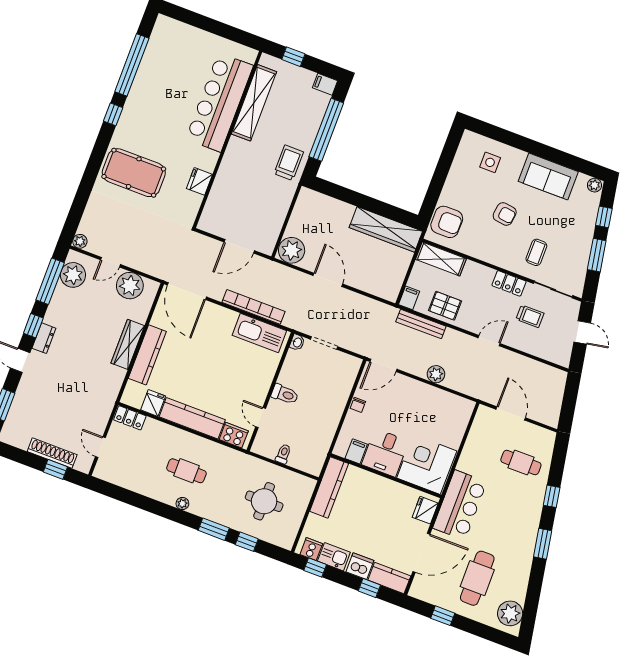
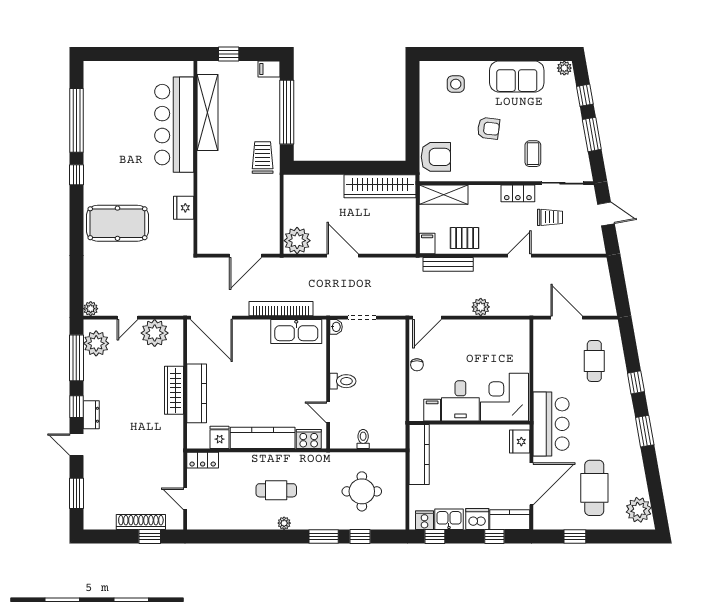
cafe table: (521, 463) -> (594, 361), turned 90

